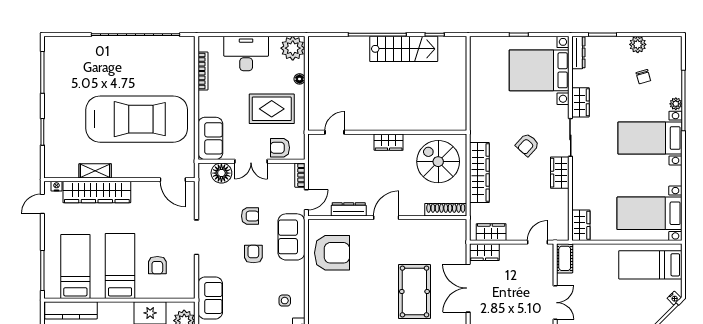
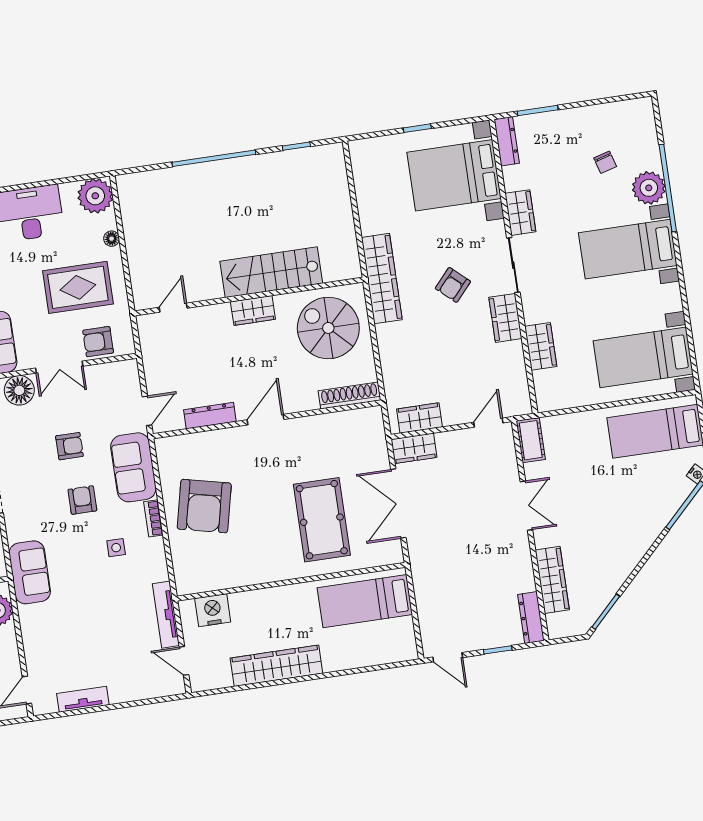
plant: (638, 44) -> (590, 117), removed
stairs: (404, 49) -> (271, 272), moved, turned 180
plant: (676, 104) -> (649, 188), width x1.87, depth x1.87
wardrobe: (479, 173) -> (382, 279), moved
bookcase: (300, 175) -> (153, 518), moved
wardrobe: (581, 225) -> (541, 346), moved
armchair: (332, 253) -> (204, 506), moved, turned 103
side table: (285, 301) -> (116, 548), moved

